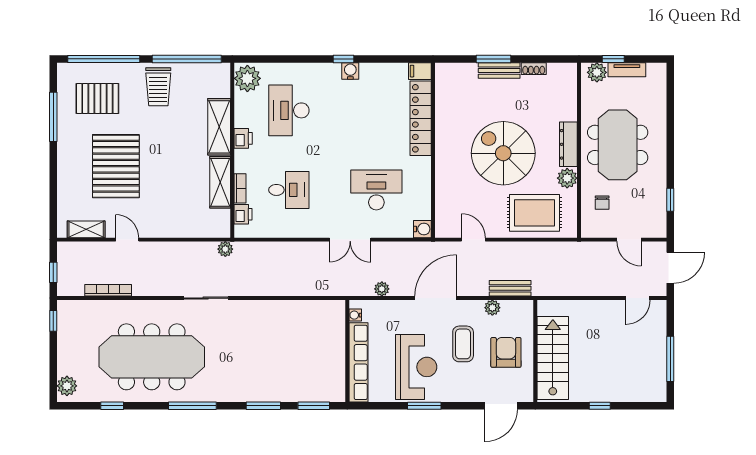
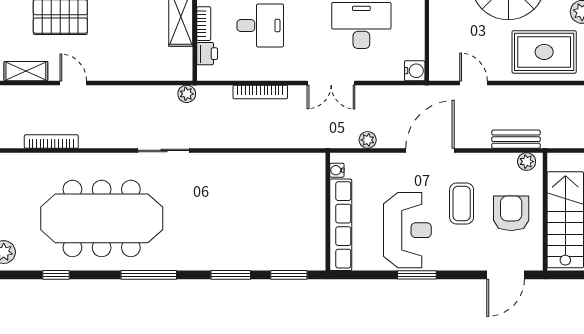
bookcase: (289, 247) -> (260, 92), added
plant: (492, 308) -> (527, 162), moved

